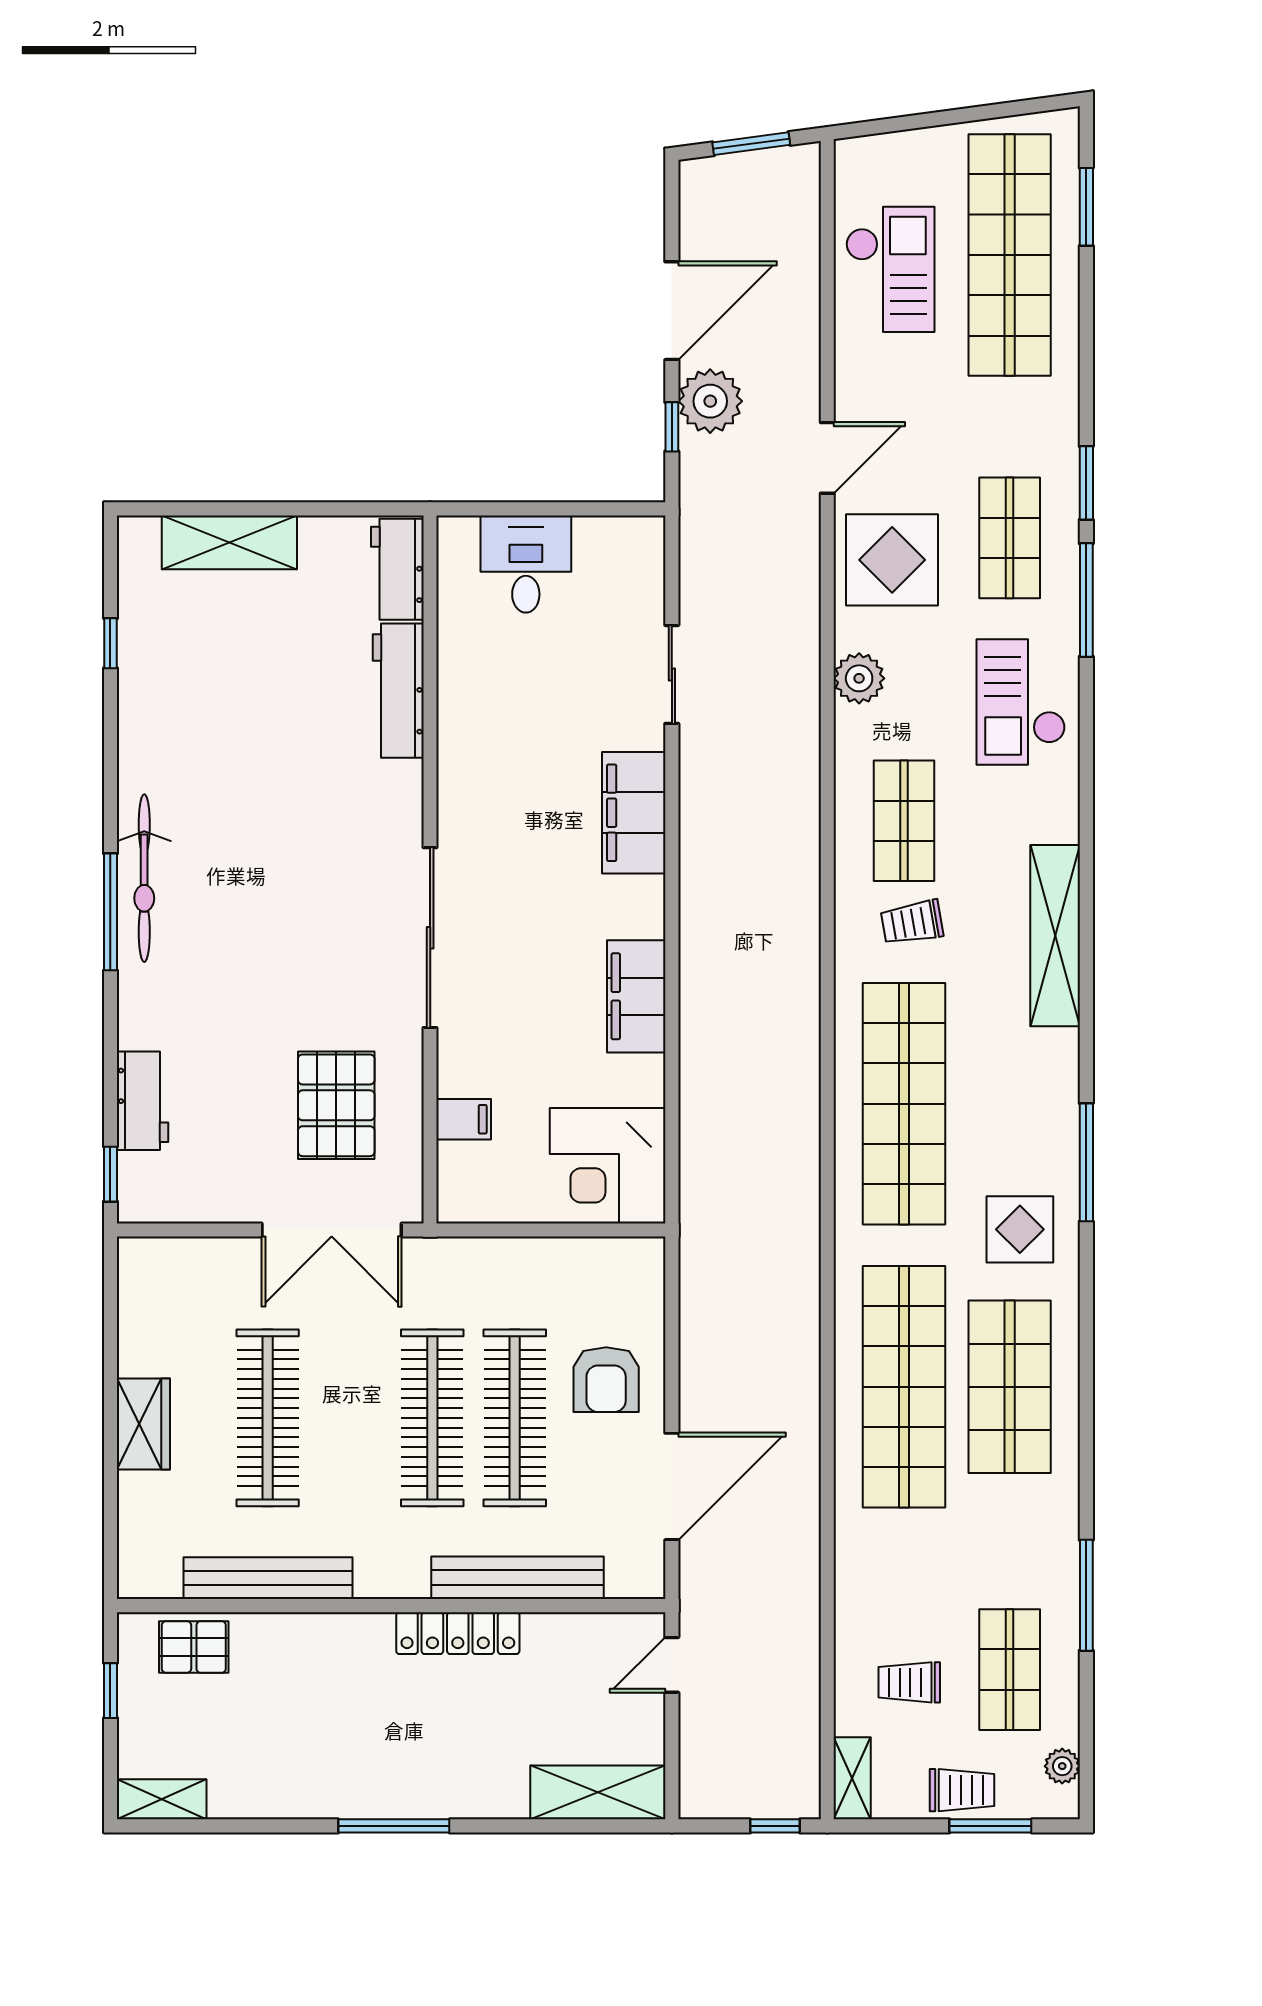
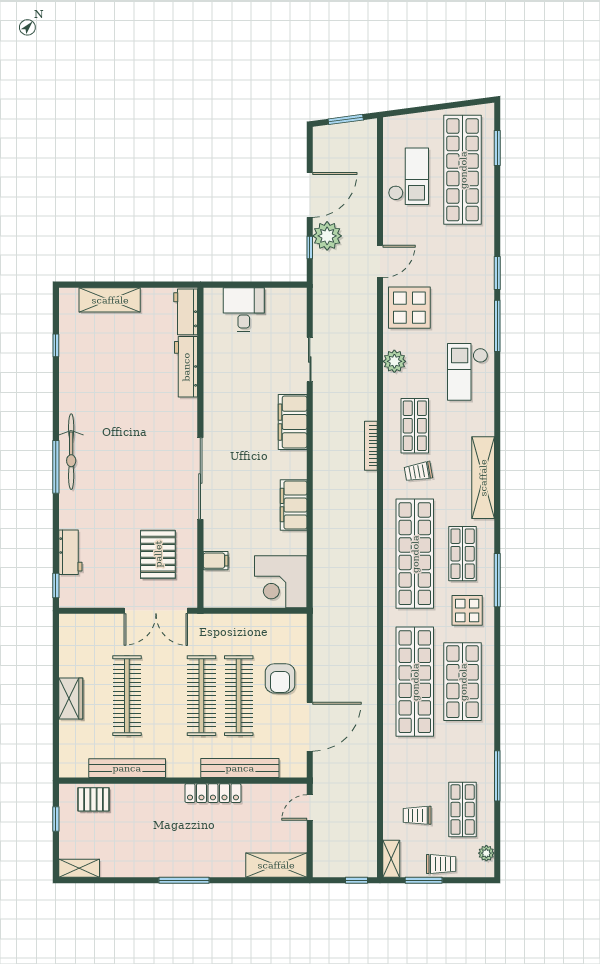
shop shelf: (1010, 538) -> (463, 554), moved
bookcase: (807, 865) -> (371, 446), added
window: (990, 1826) -> (424, 880), moved

